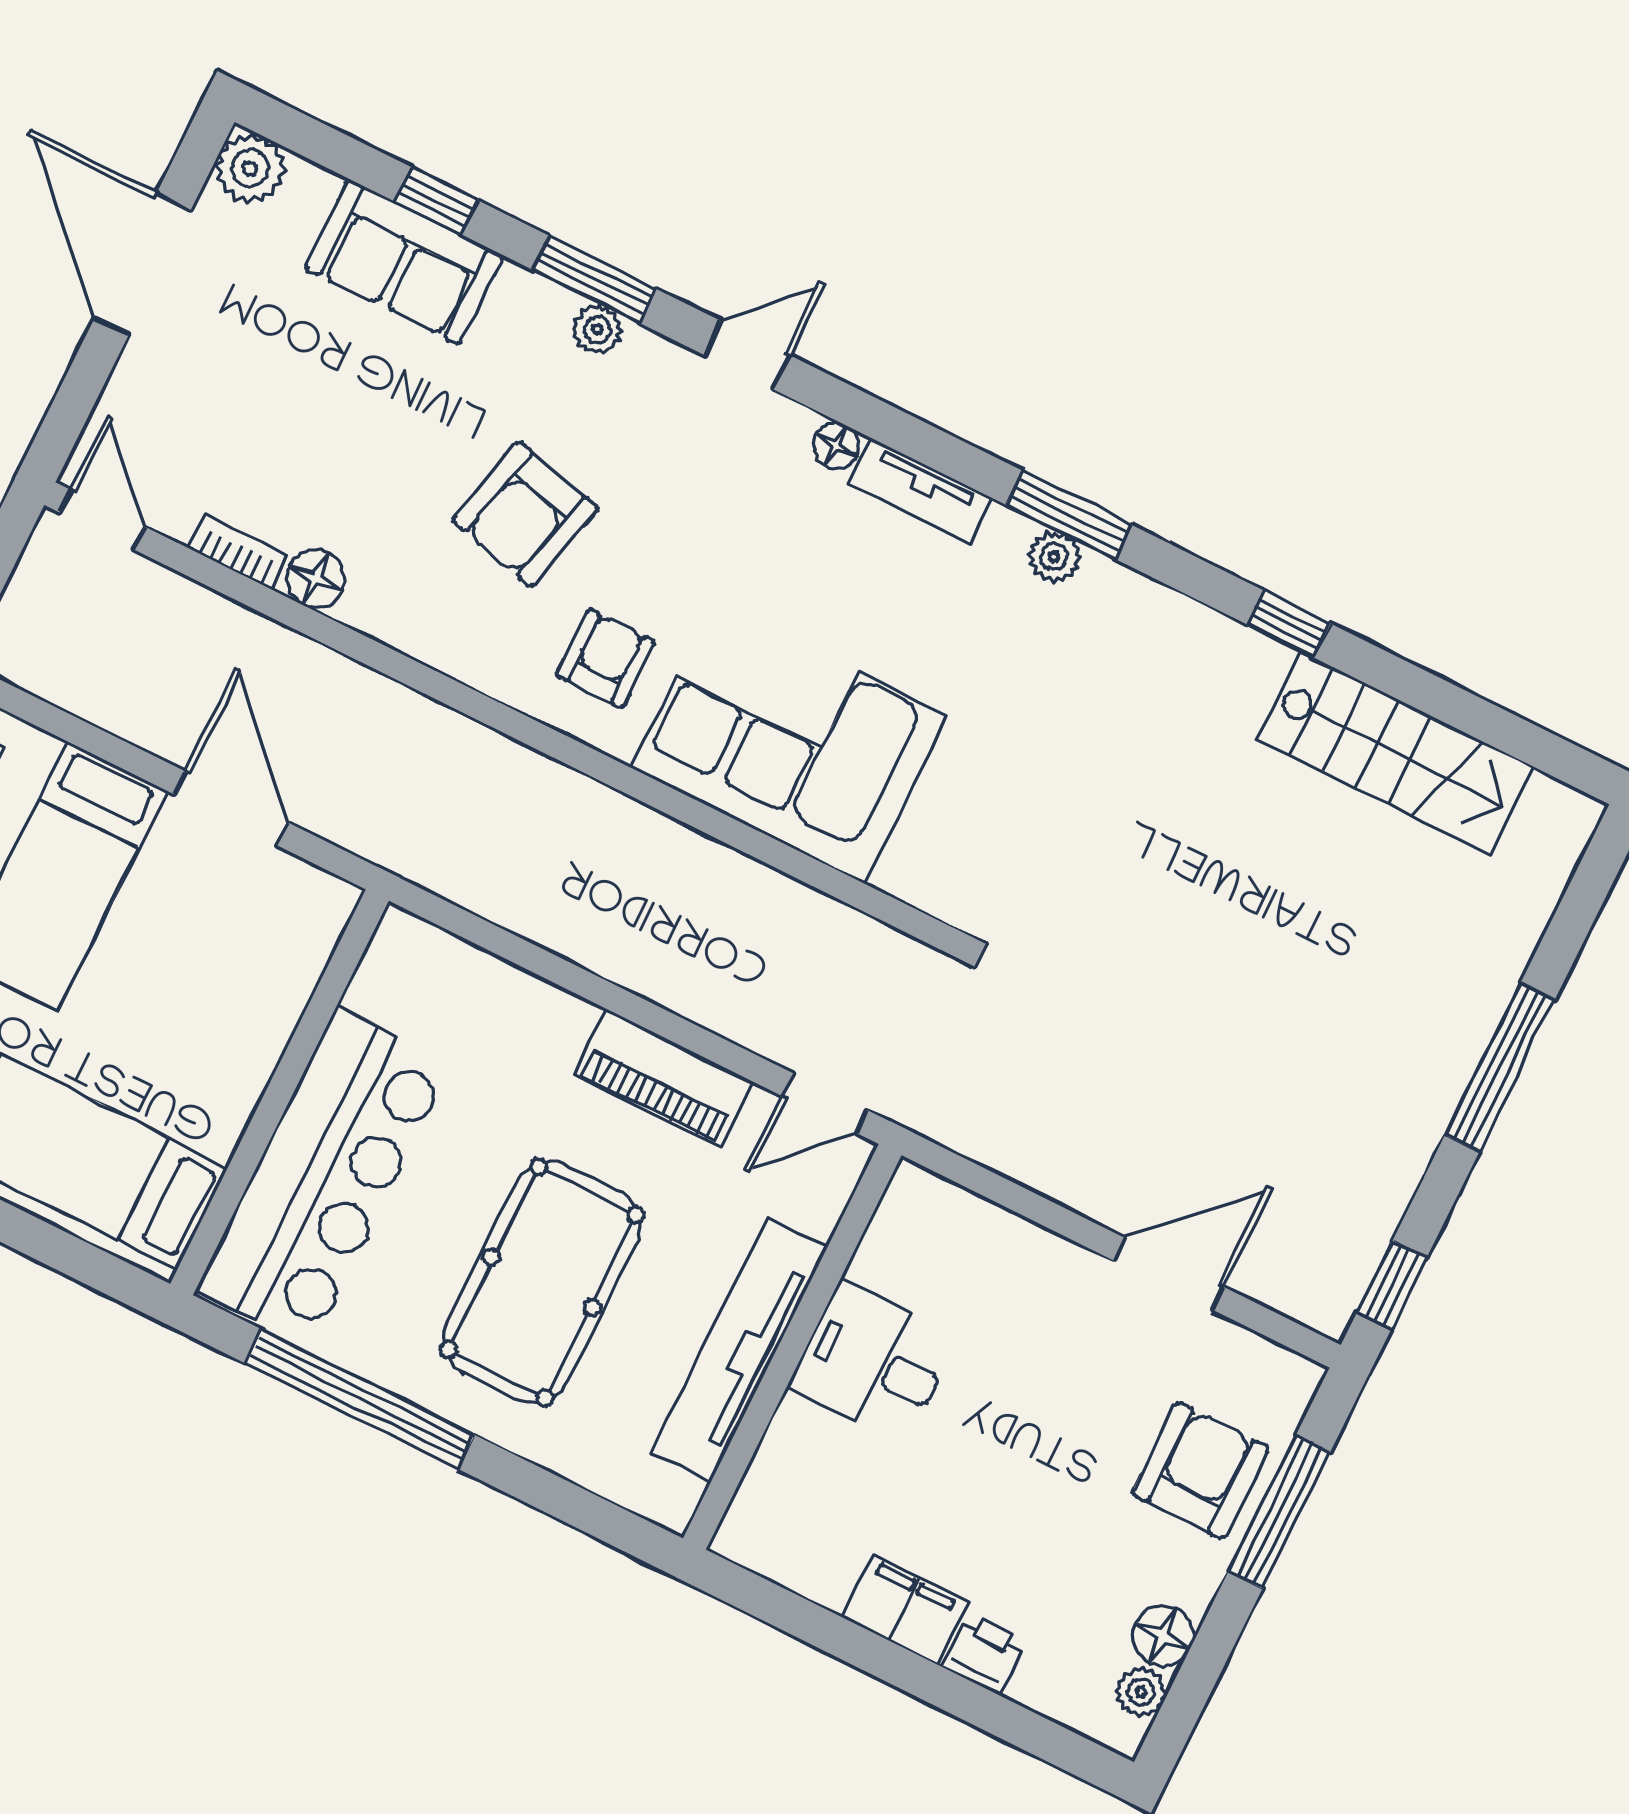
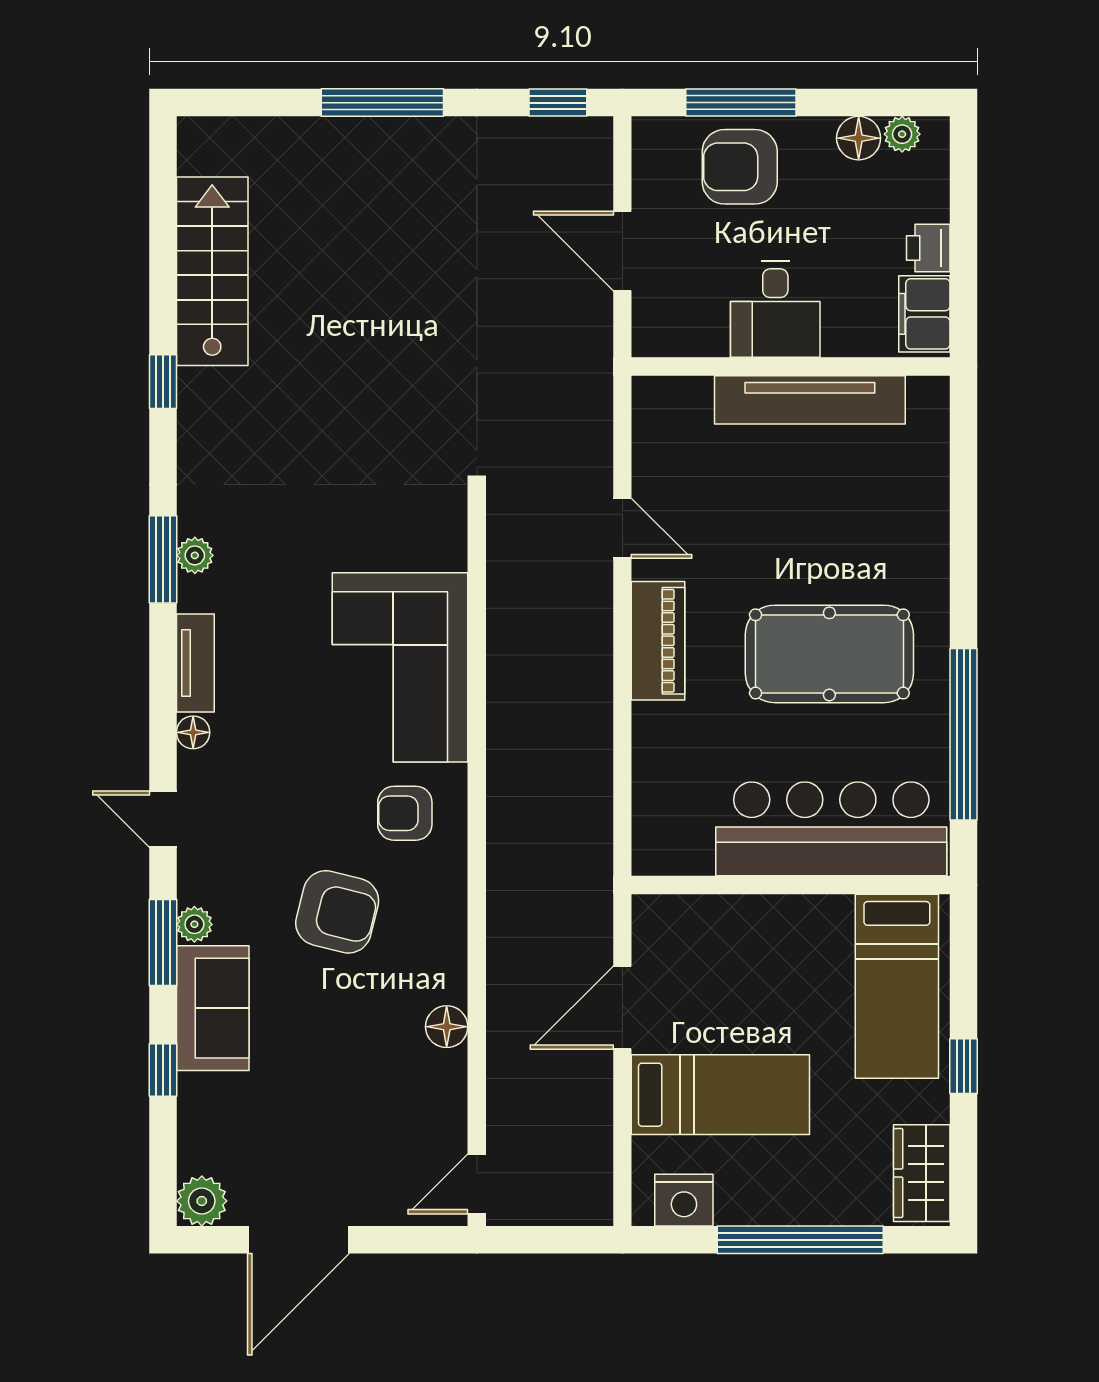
sofa: (404, 262) -> (213, 1008), moved
bookcase: (238, 552) -> (454, 1085), removed
wall: (792, 1347) -> (791, 366), moved
tv unit: (739, 1350) -> (810, 400), moved
desk: (873, 1363) -> (775, 309), moved

